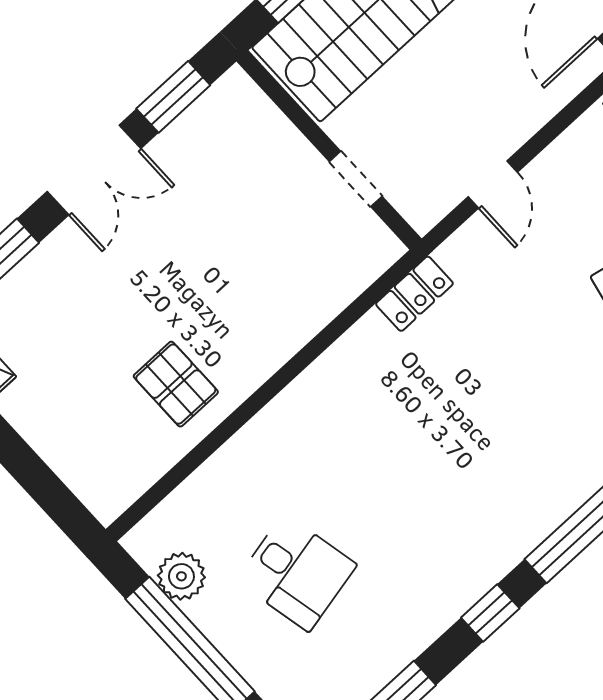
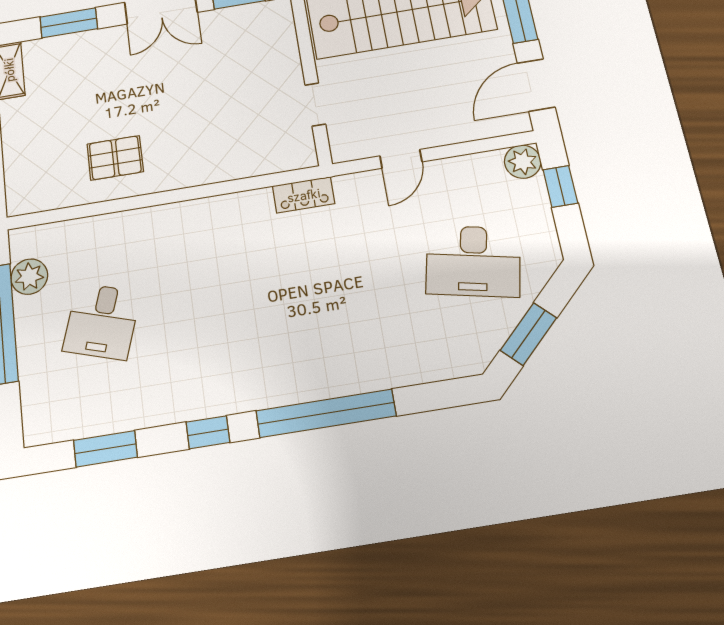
pallet: (176, 384) -> (115, 158), turned 90
desk: (296, 572) -> (102, 321), turned 30

